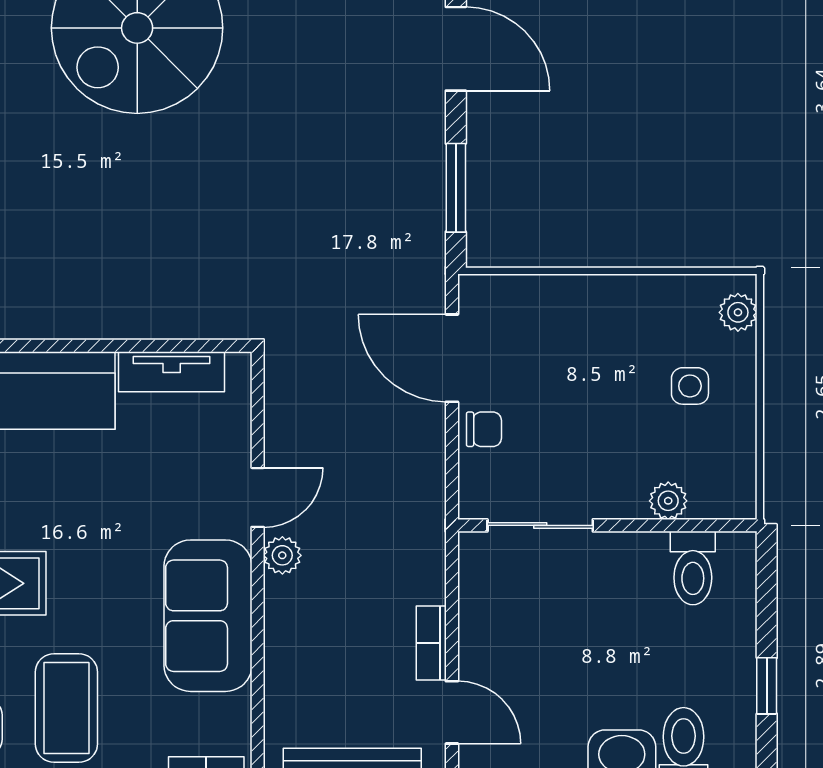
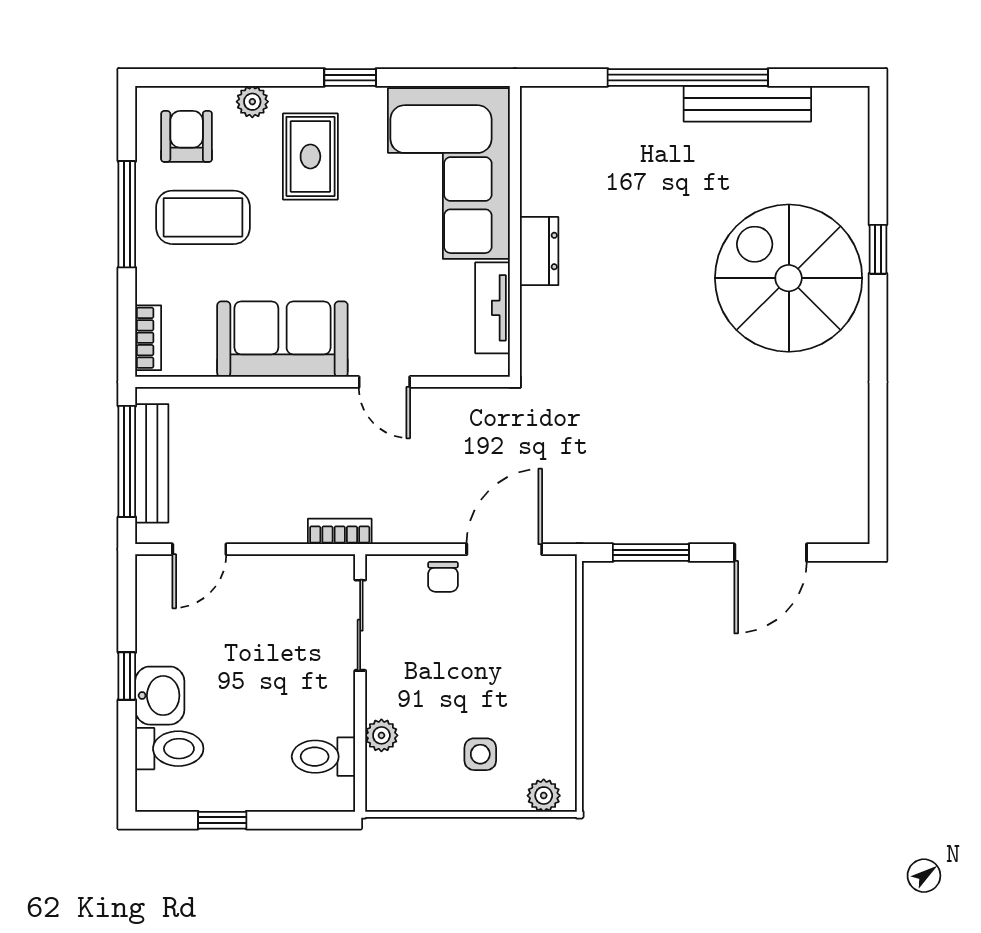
dresser: (106, 318) -> (539, 251), added
plant: (282, 555) -> (334, 403), removed
bookcase: (431, 643) -> (340, 531), moved

